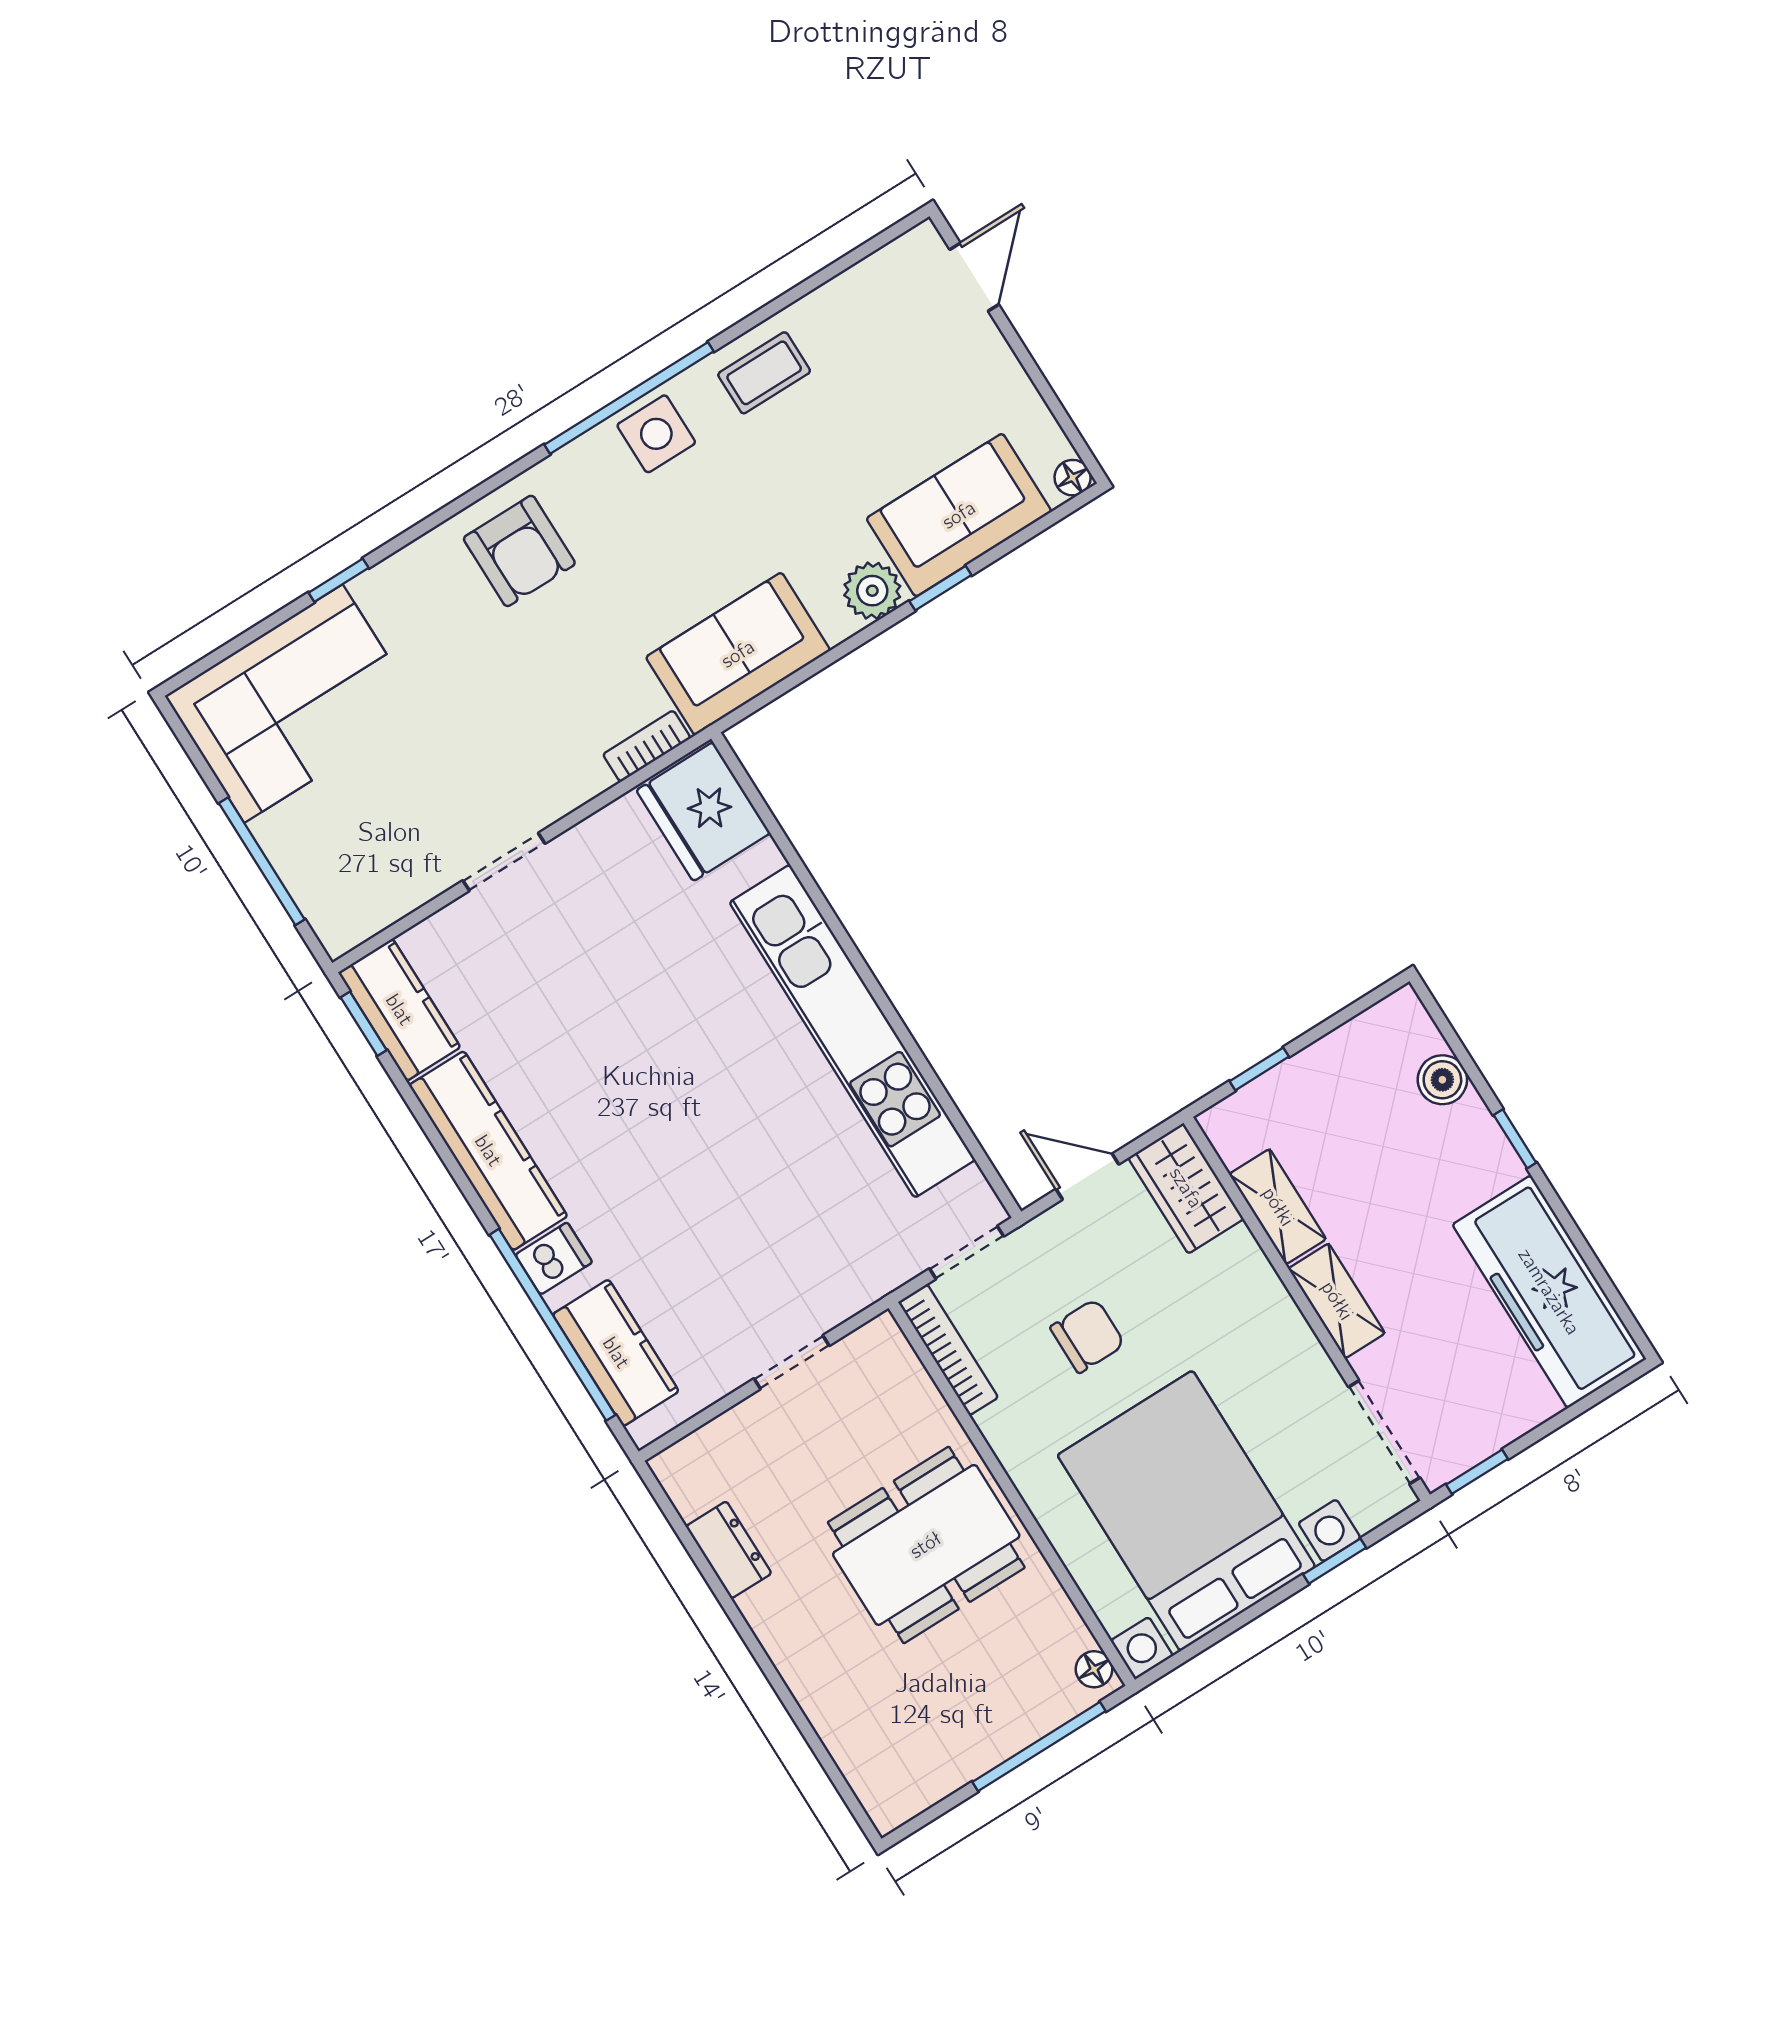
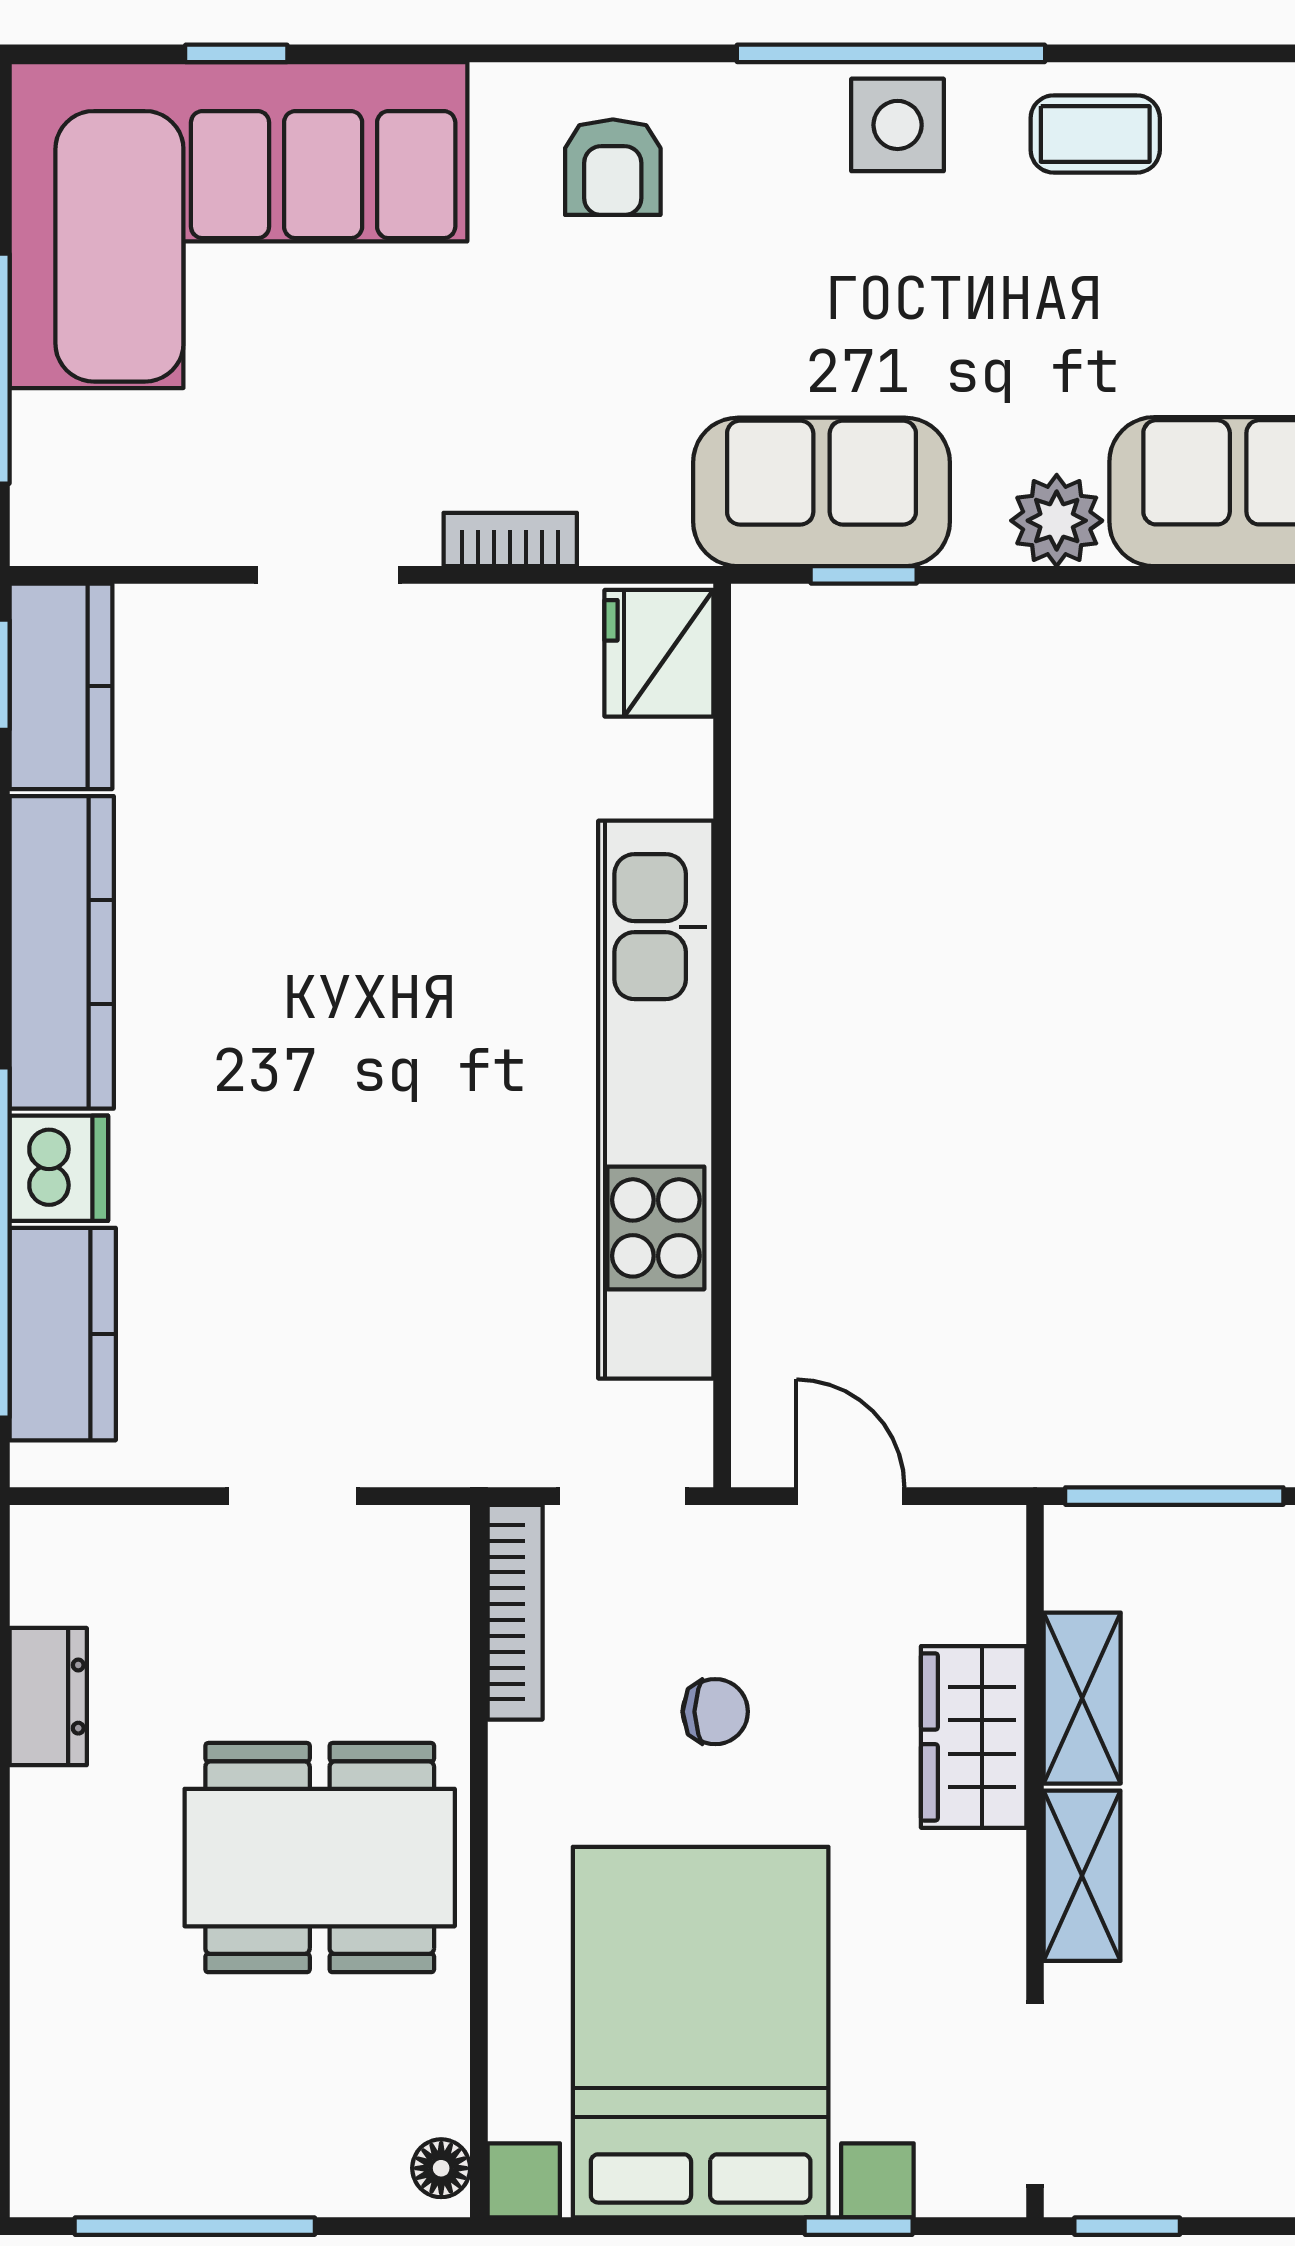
armchair: (519, 551) -> (613, 167), width x0.72, depth x0.72
window: (339, 580) -> (236, 53), moved
window: (940, 588) -> (864, 575), moved
corner sofa: (293, 704) -> (238, 225), width x1.36, depth x1.36
bookcase: (647, 746) -> (510, 540), moved
fridge: (703, 812) -> (659, 653), width x0.73, depth x0.75
window: (1259, 1069) -> (1174, 1496), width x2.17
wardrobe: (1186, 1188) -> (974, 1737), moved
dishwasher: (554, 1258) -> (59, 1168), width x1.38
chair: (1087, 1336) -> (715, 1712), width x0.73, depth x0.73
window: (1039, 1747) -> (195, 2226), moved

